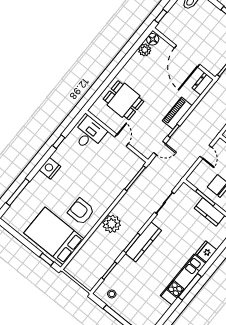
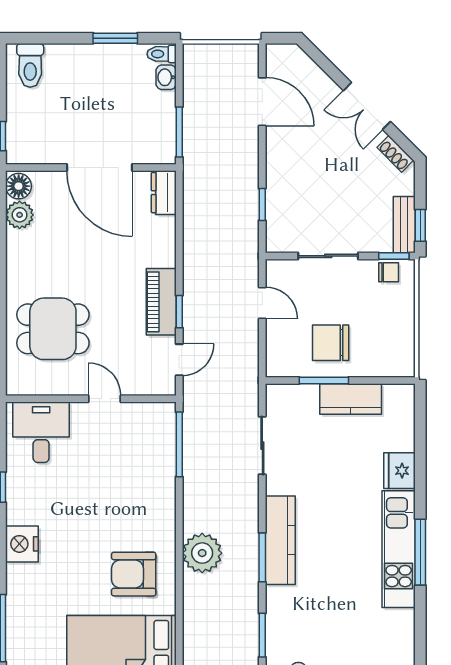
piano: (177, 113) -> (161, 302), moved

